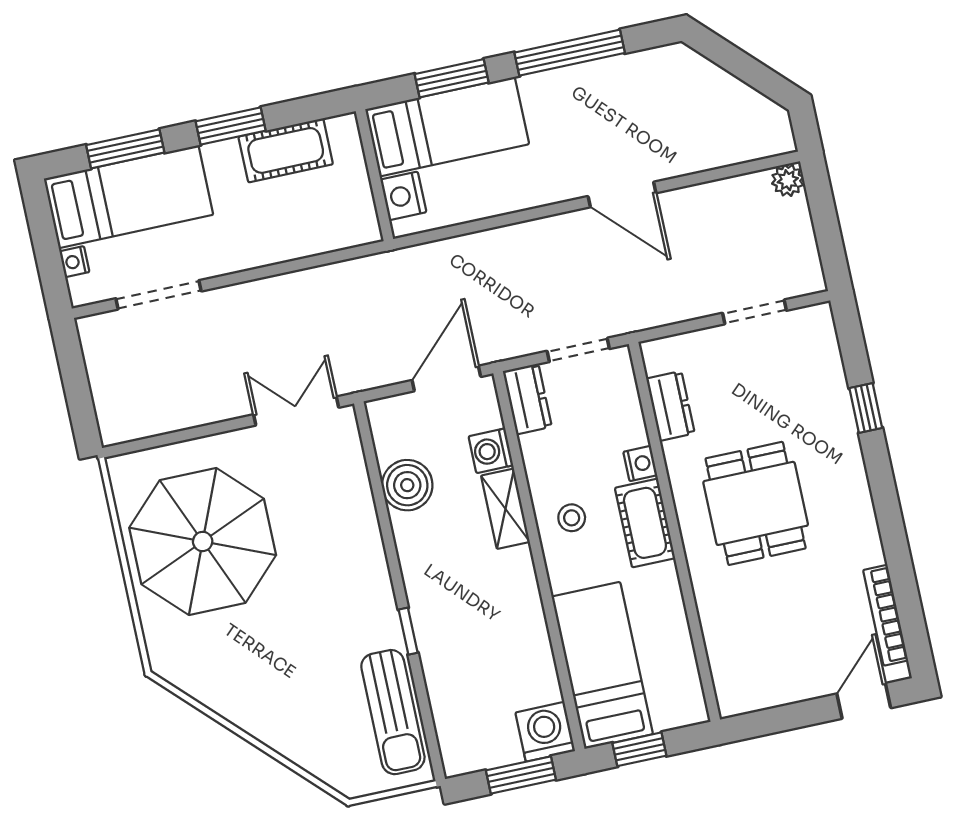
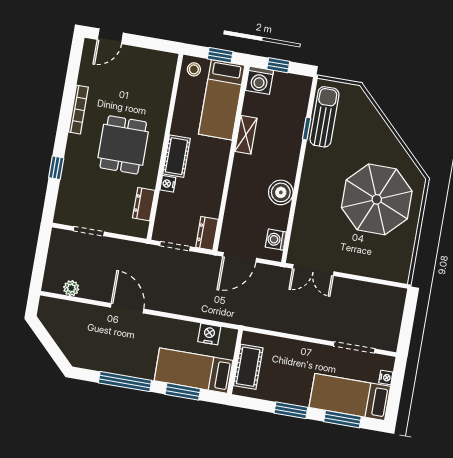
cot: (286, 150) -> (248, 367), moved, turned 90
plant: (788, 180) -> (71, 288), moved
nightstand: (403, 196) -> (209, 334), moved, turned -90
washing machine: (491, 451) -> (276, 240), moved, turned 180
boiler: (407, 485) -> (281, 192), moved
shelving: (505, 509) -> (246, 135), moved
stool: (572, 518) -> (194, 69), moved
parasol: (203, 541) -> (377, 199), moved
bookcase: (886, 615) -> (78, 110), moved
window: (408, 631) -> (307, 129), moved
window: (521, 775) -> (278, 65), width x0.67

